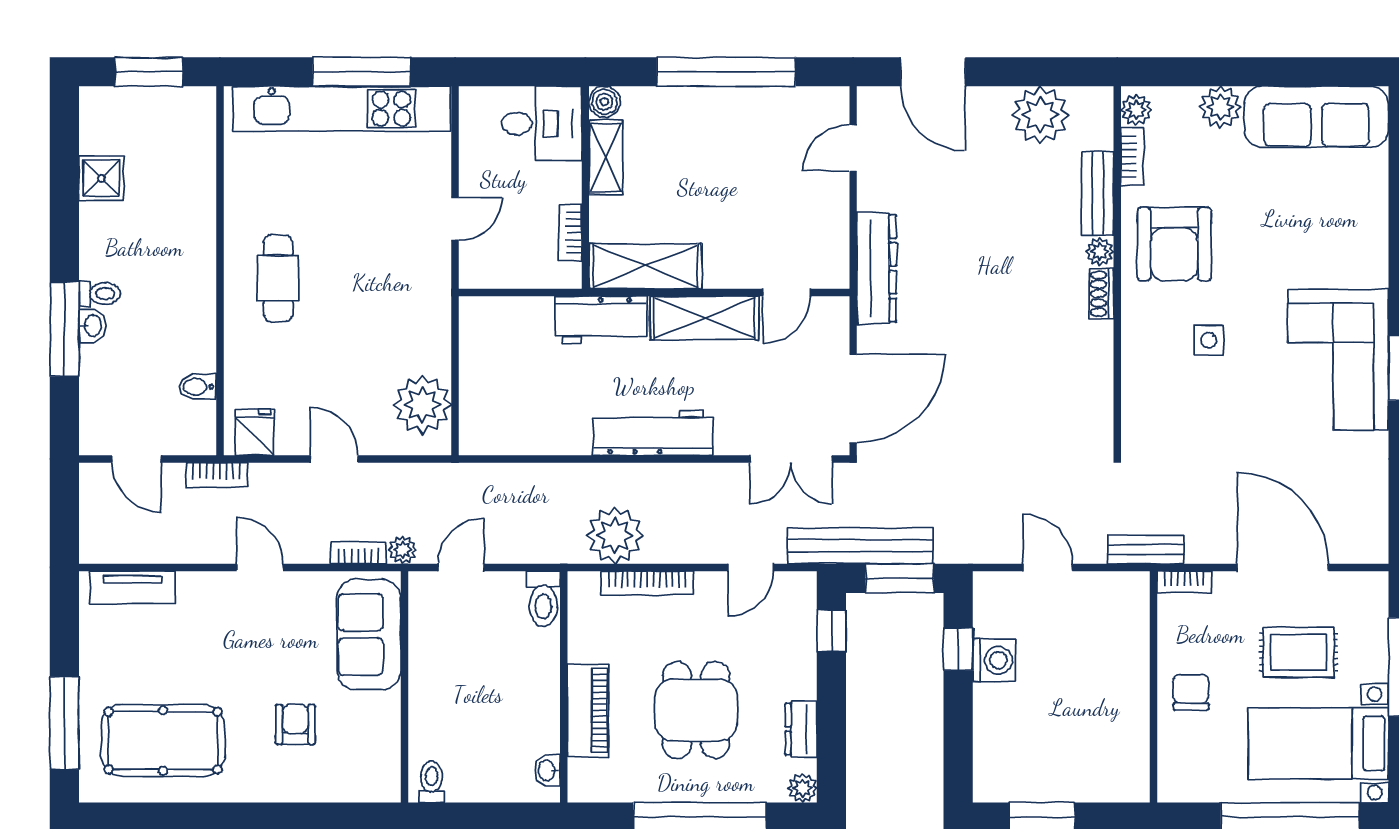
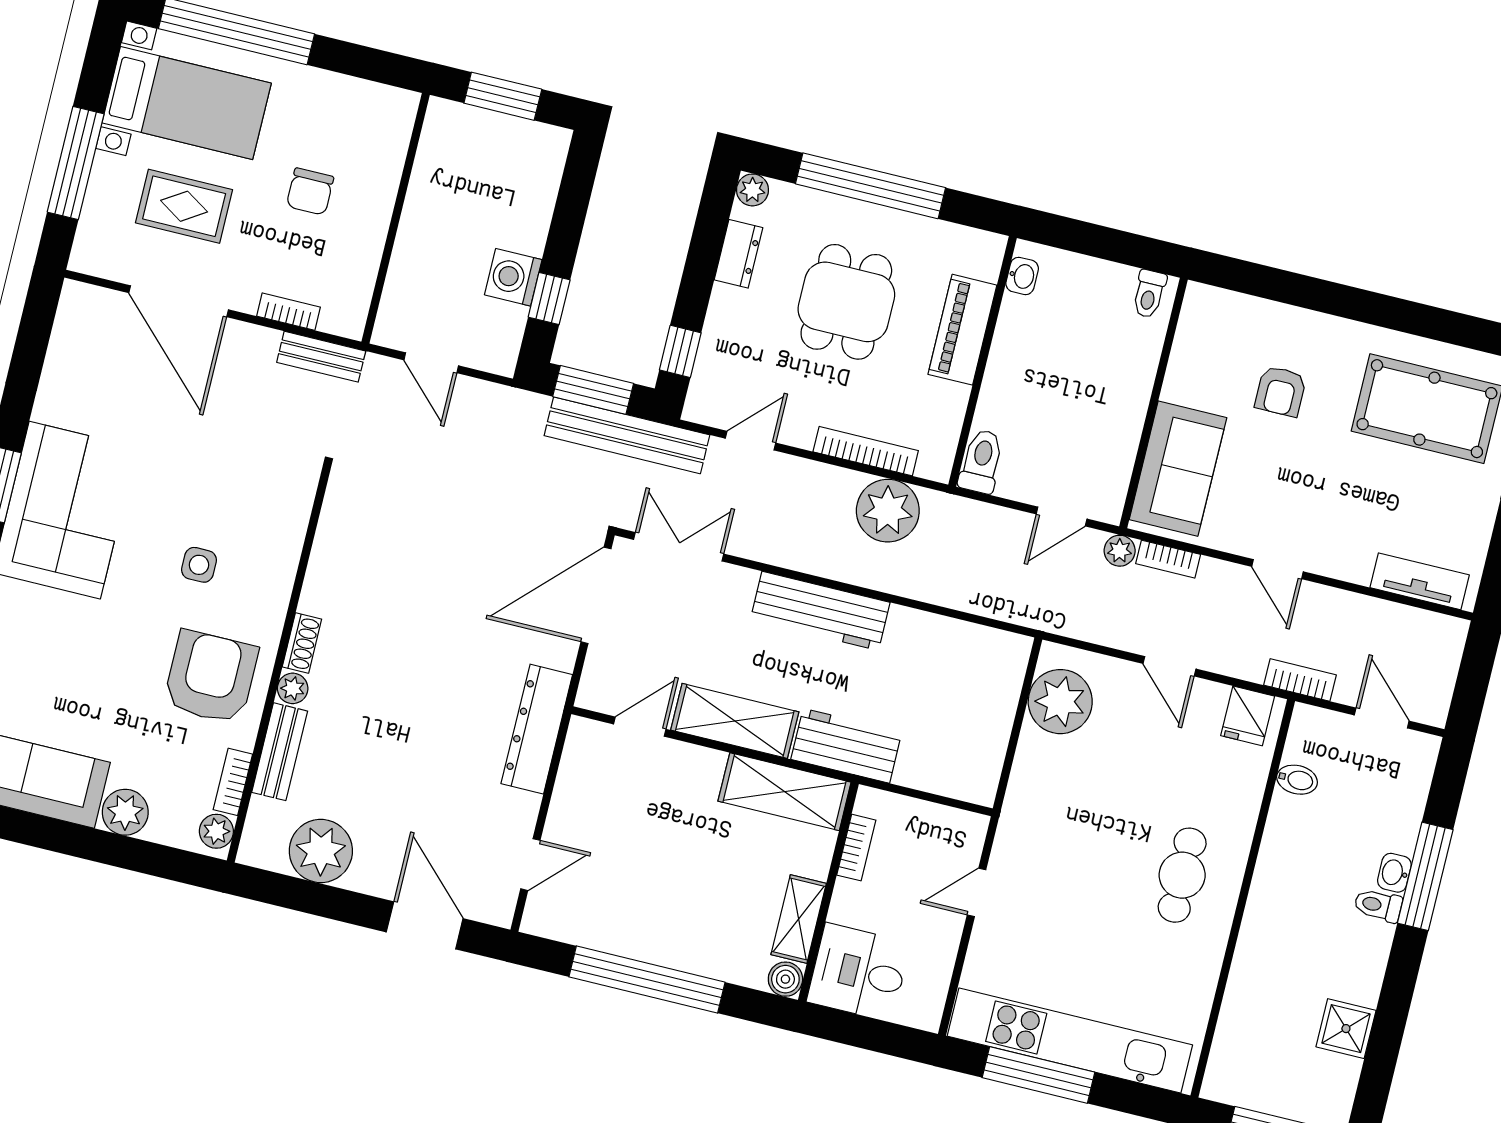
wall: (1153, 687) -> (396, 218), moved

